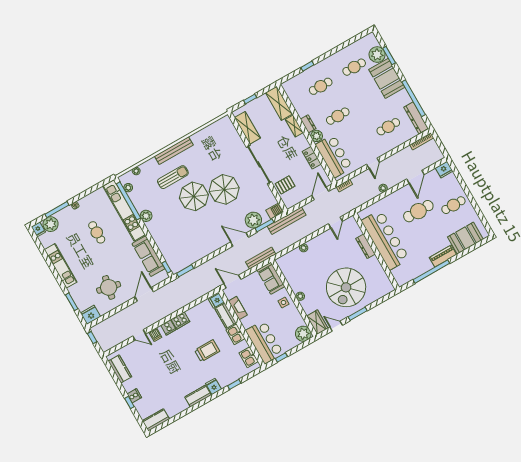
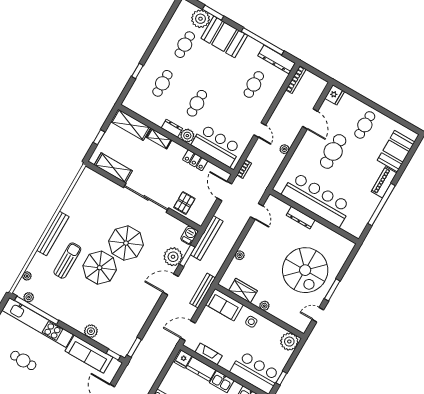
plant: (146, 216) -> (91, 331), moved
wardrobe: (317, 322) -> (243, 291), moved

